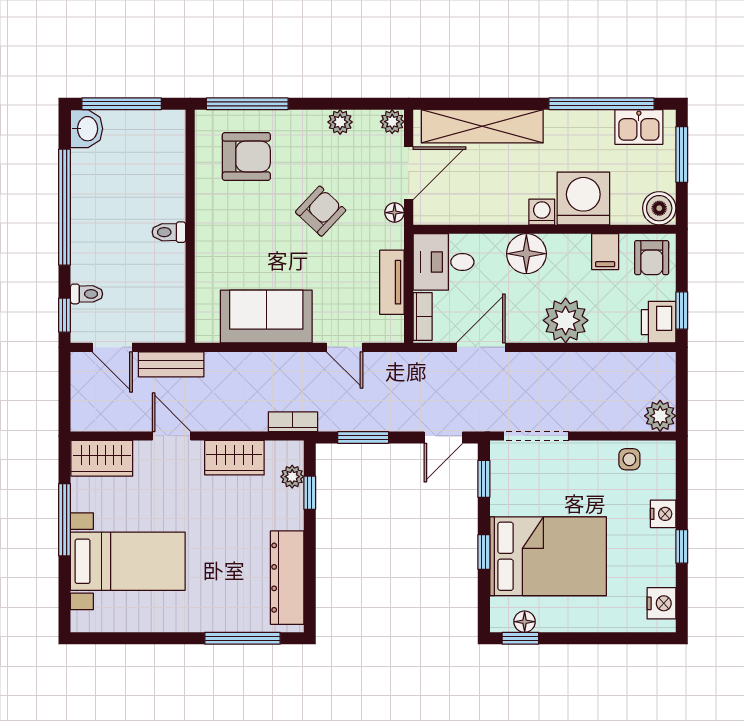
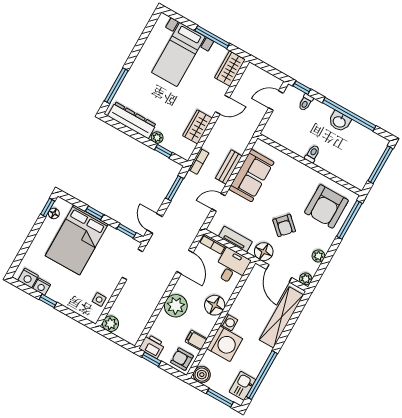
washbasin: (87, 129) -> (339, 121), moved
armchair: (246, 157) -> (326, 206), width x1.36, depth x1.36
floor lamp: (395, 213) -> (264, 252), width x1.89, depth x1.89
bench: (171, 364) -> (229, 167), moved
plant: (292, 477) -> (157, 137), moved
nightstand: (663, 514) -> (42, 287), moved

